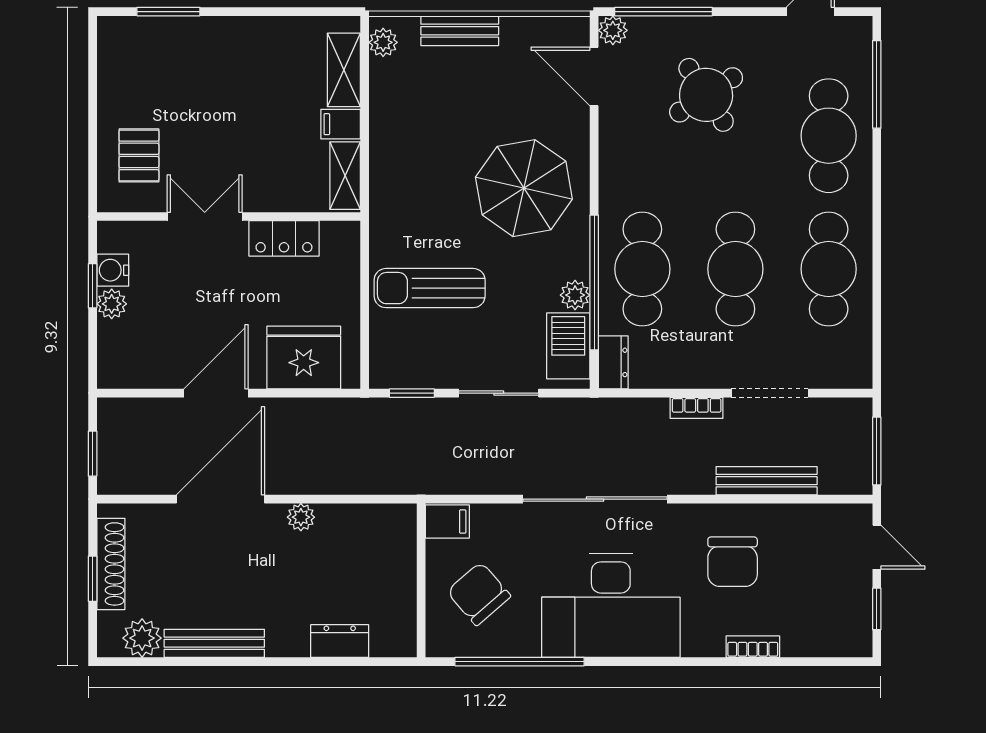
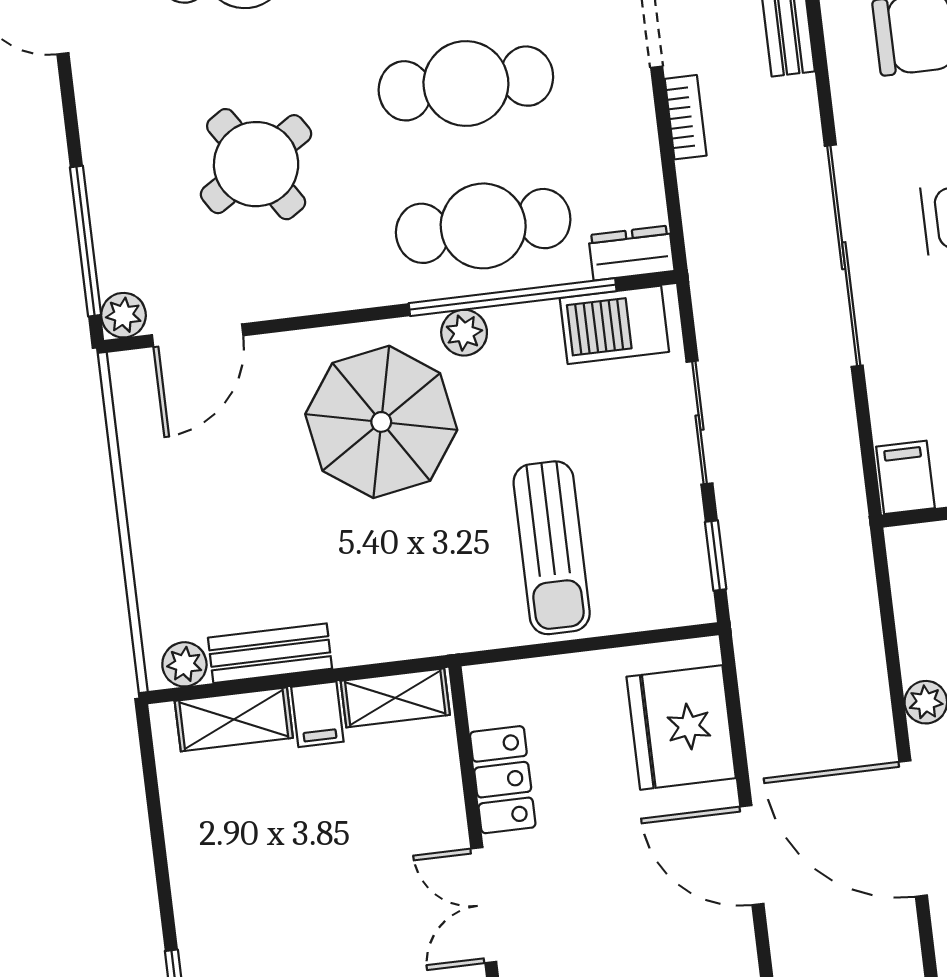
bench: (460, 31) -> (270, 653), moved, turned 90
round table: (706, 95) -> (256, 164), moved
plant: (575, 295) -> (464, 333), moved

